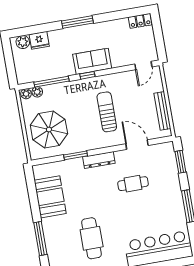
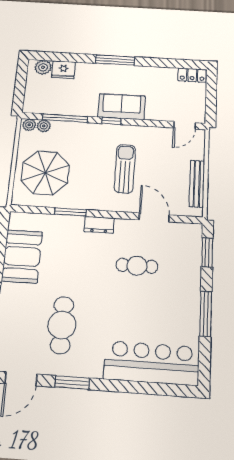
dresser: (99, 160) -> (99, 225), width x0.70

